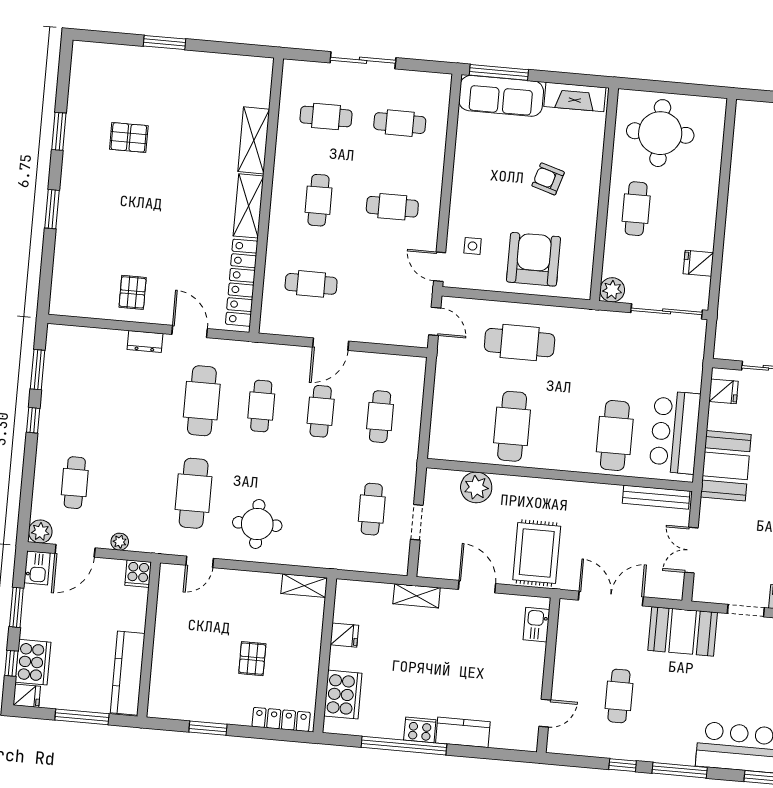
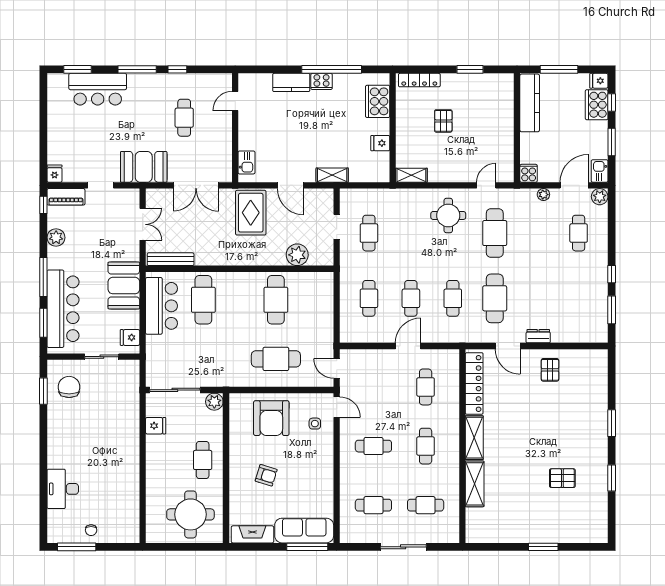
cafe table: (311, 284) -> (426, 387), turned 90

